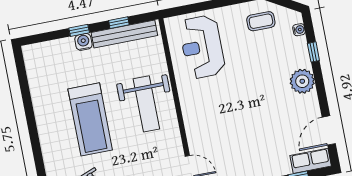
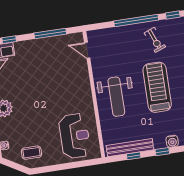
water cooler: (83, 42) -> (172, 141), moved
weight bench: (146, 104) -> (116, 97), turned 180

